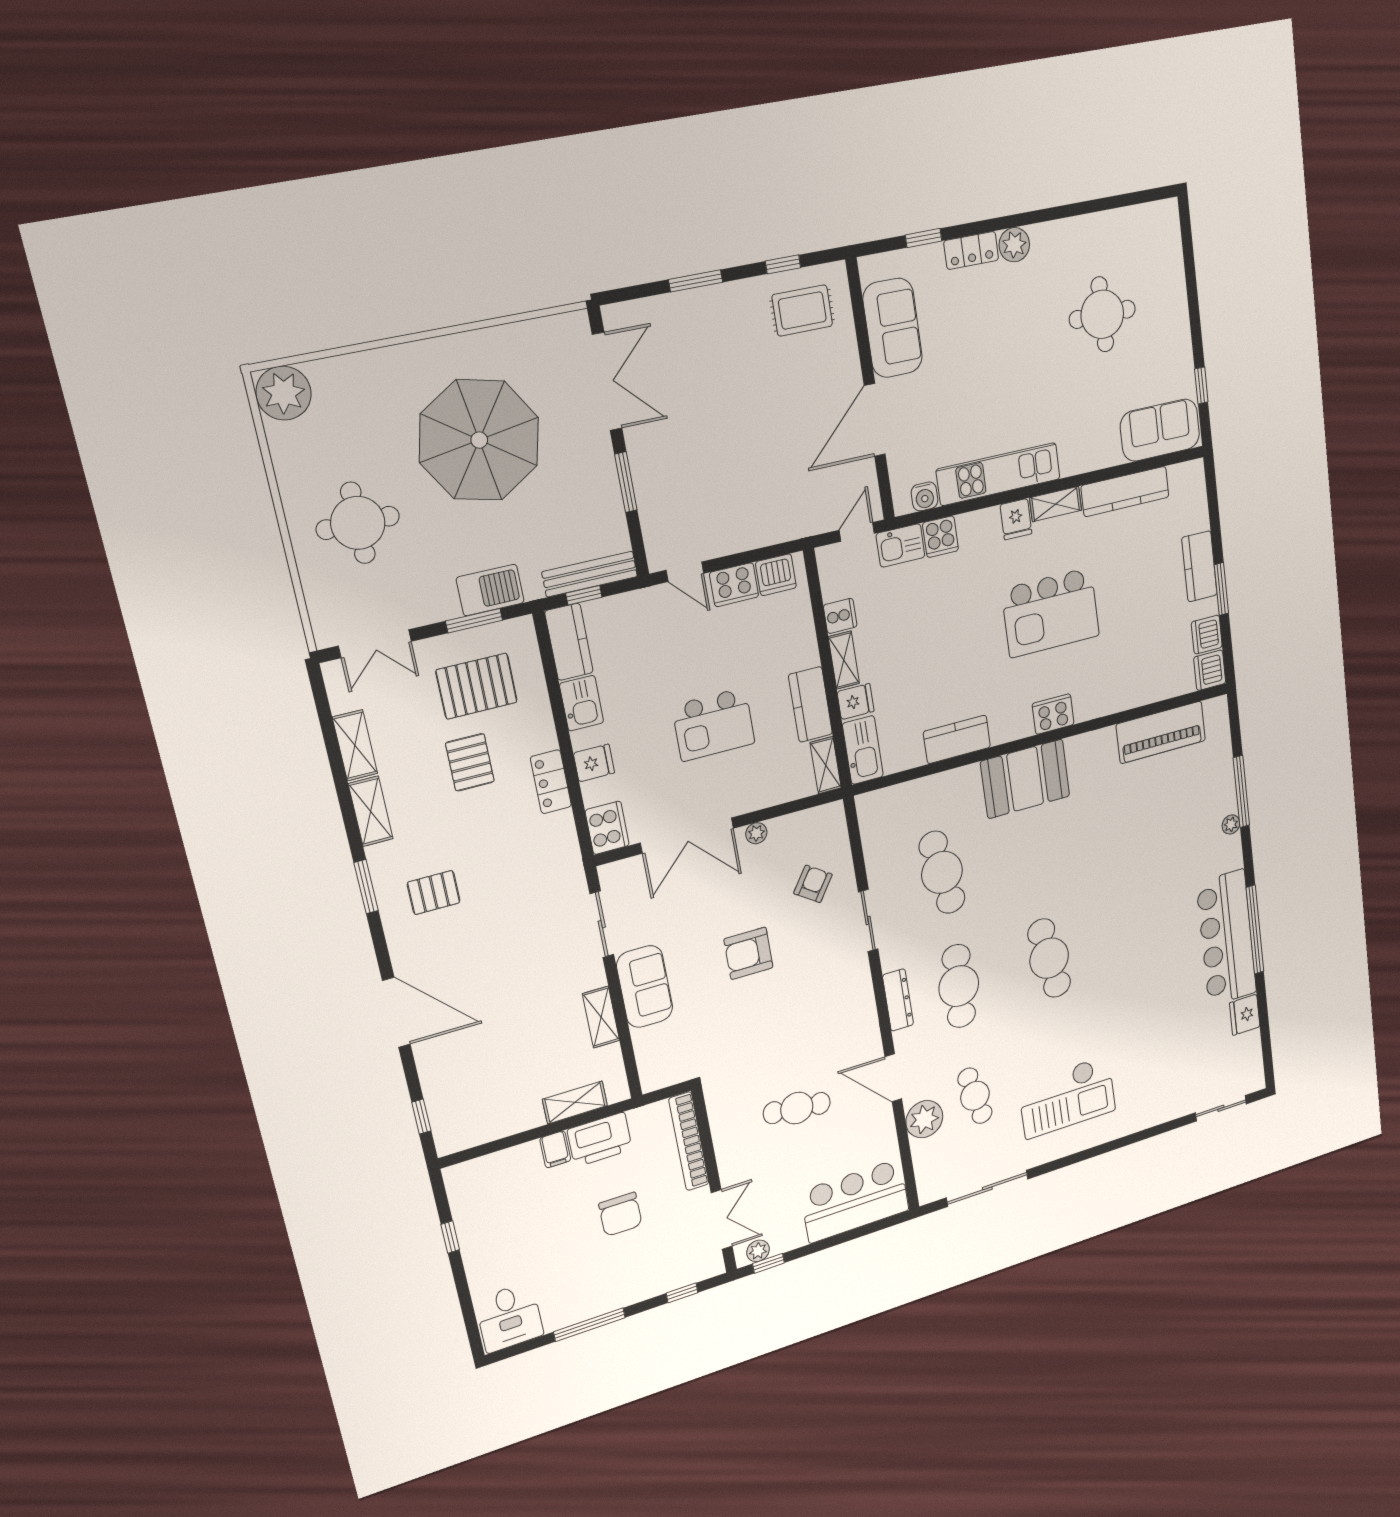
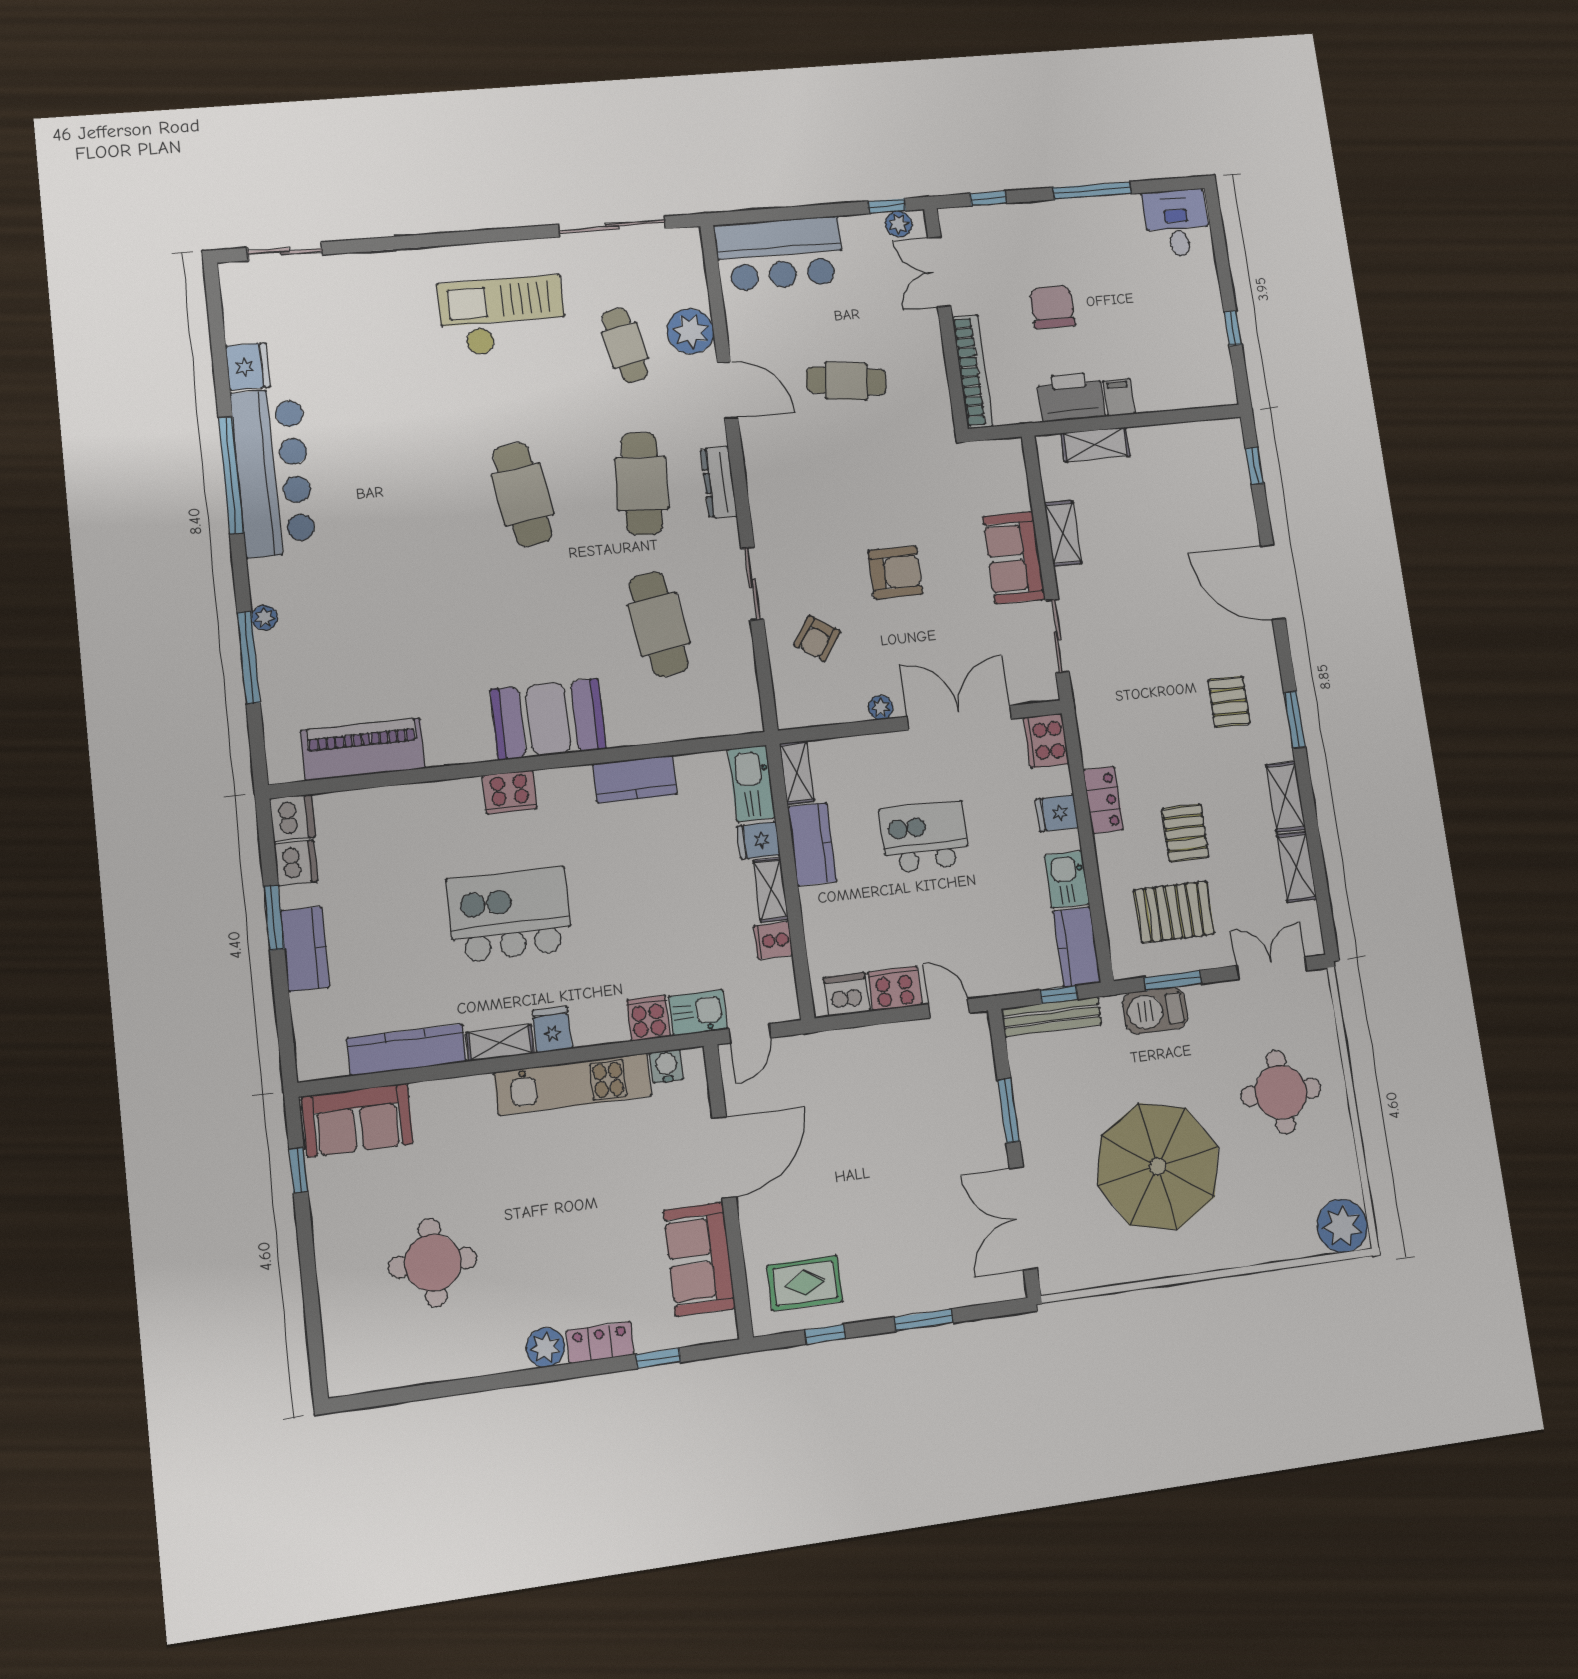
pallet: (434, 893) -> (1229, 702), turned 90

